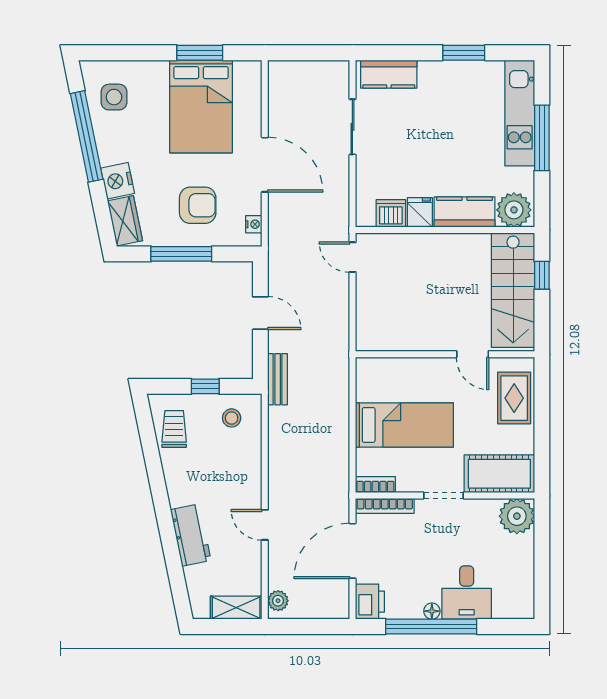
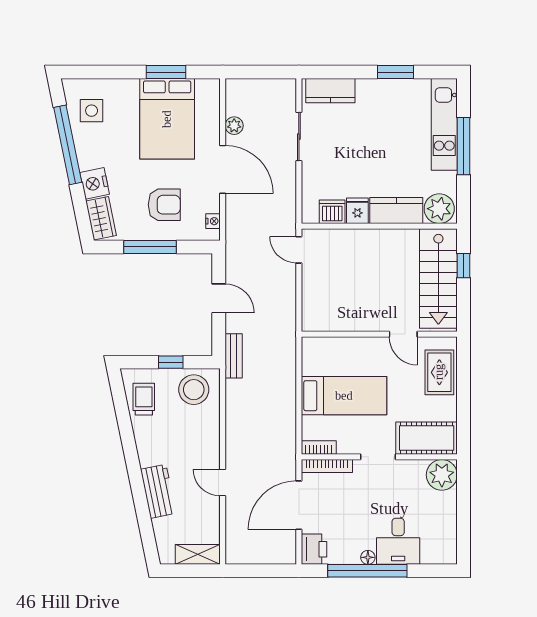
stool: (232, 418) -> (194, 390), width x1.89, depth x1.89
plant: (278, 601) -> (234, 126), moved

